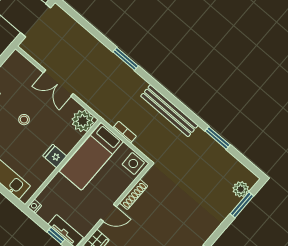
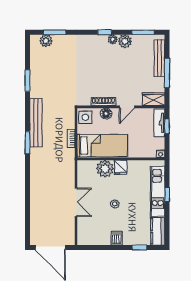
window: (126, 59) -> (28, 143), moved
plant: (83, 121) -> (105, 169), moved
floor lamp: (120, 187) -> (106, 114), added
door: (109, 213) -> (127, 107), swing flipped

